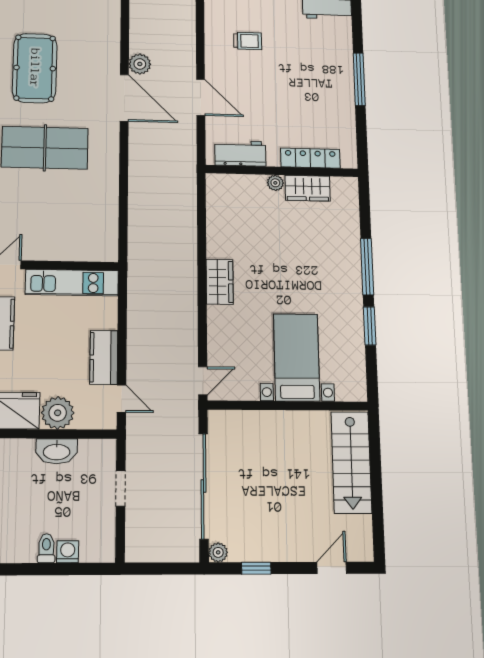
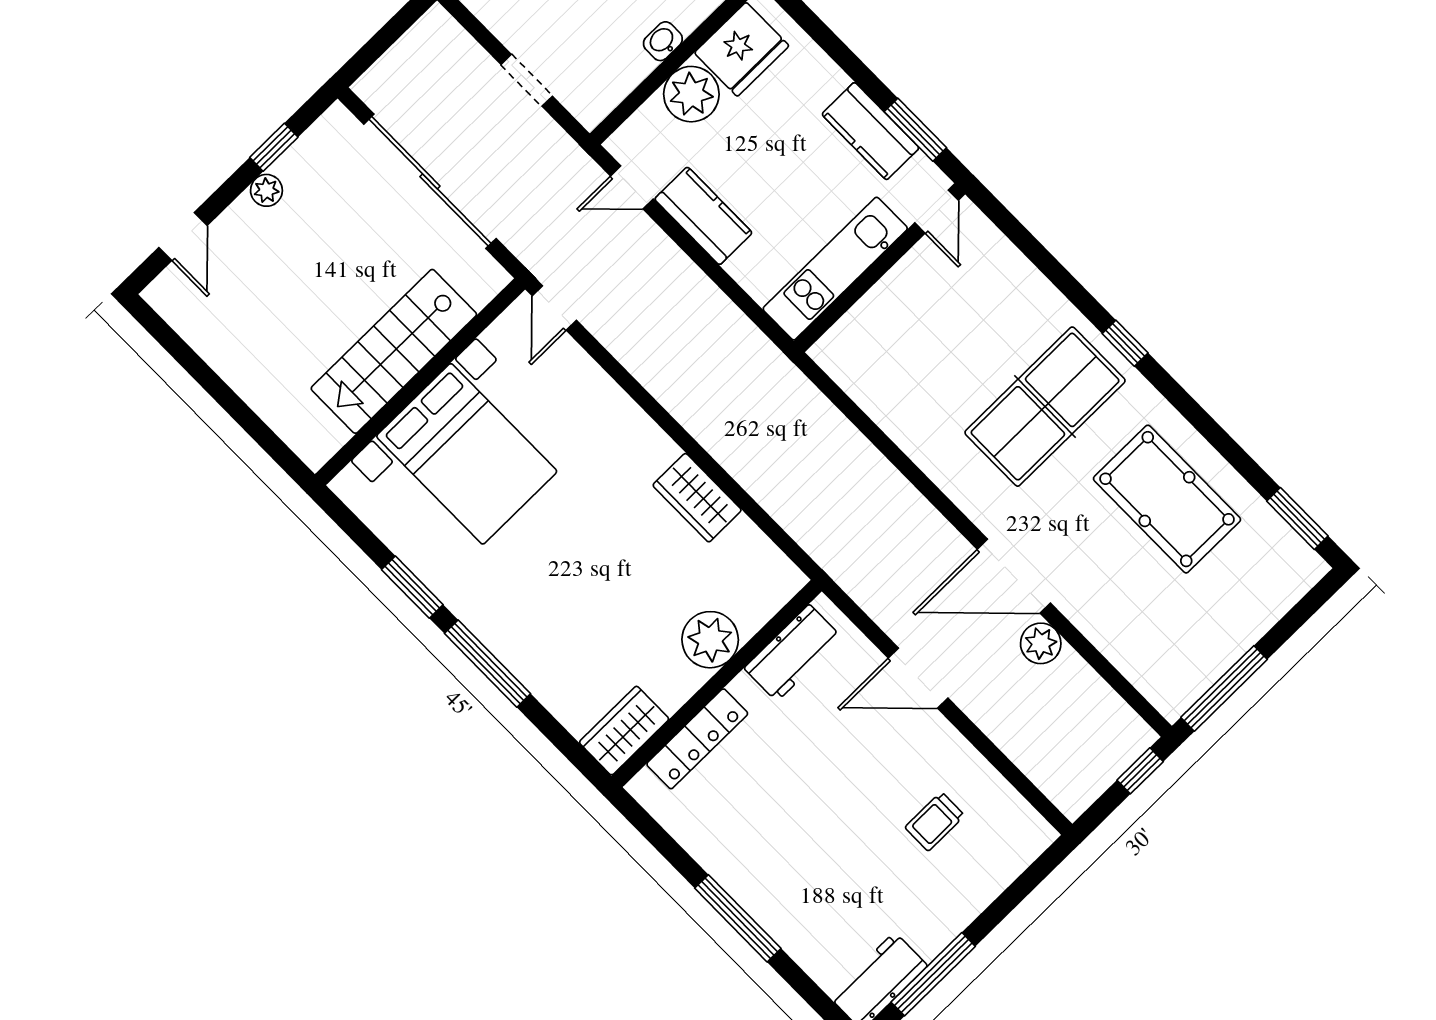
plant: (275, 183) -> (710, 640), width x1.87, depth x1.87
wardrobe: (308, 188) -> (624, 731), moved
wardrobe: (220, 282) -> (697, 498), moved
bed with nightstands: (297, 357) -> (467, 454), width x1.36
washbasin: (57, 451) -> (663, 41), width x0.52, depth x0.69
stairs: (351, 462) -> (394, 351), moved, turned -90
plant: (218, 552) -> (266, 190), moved

